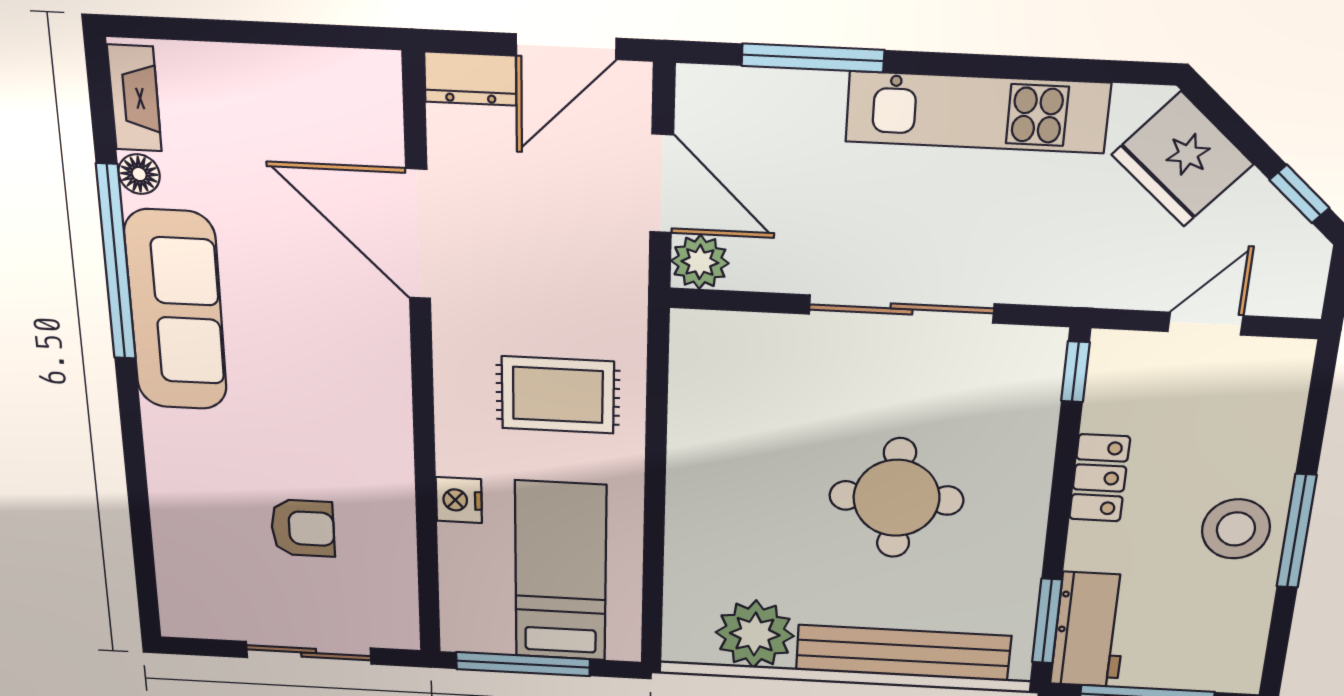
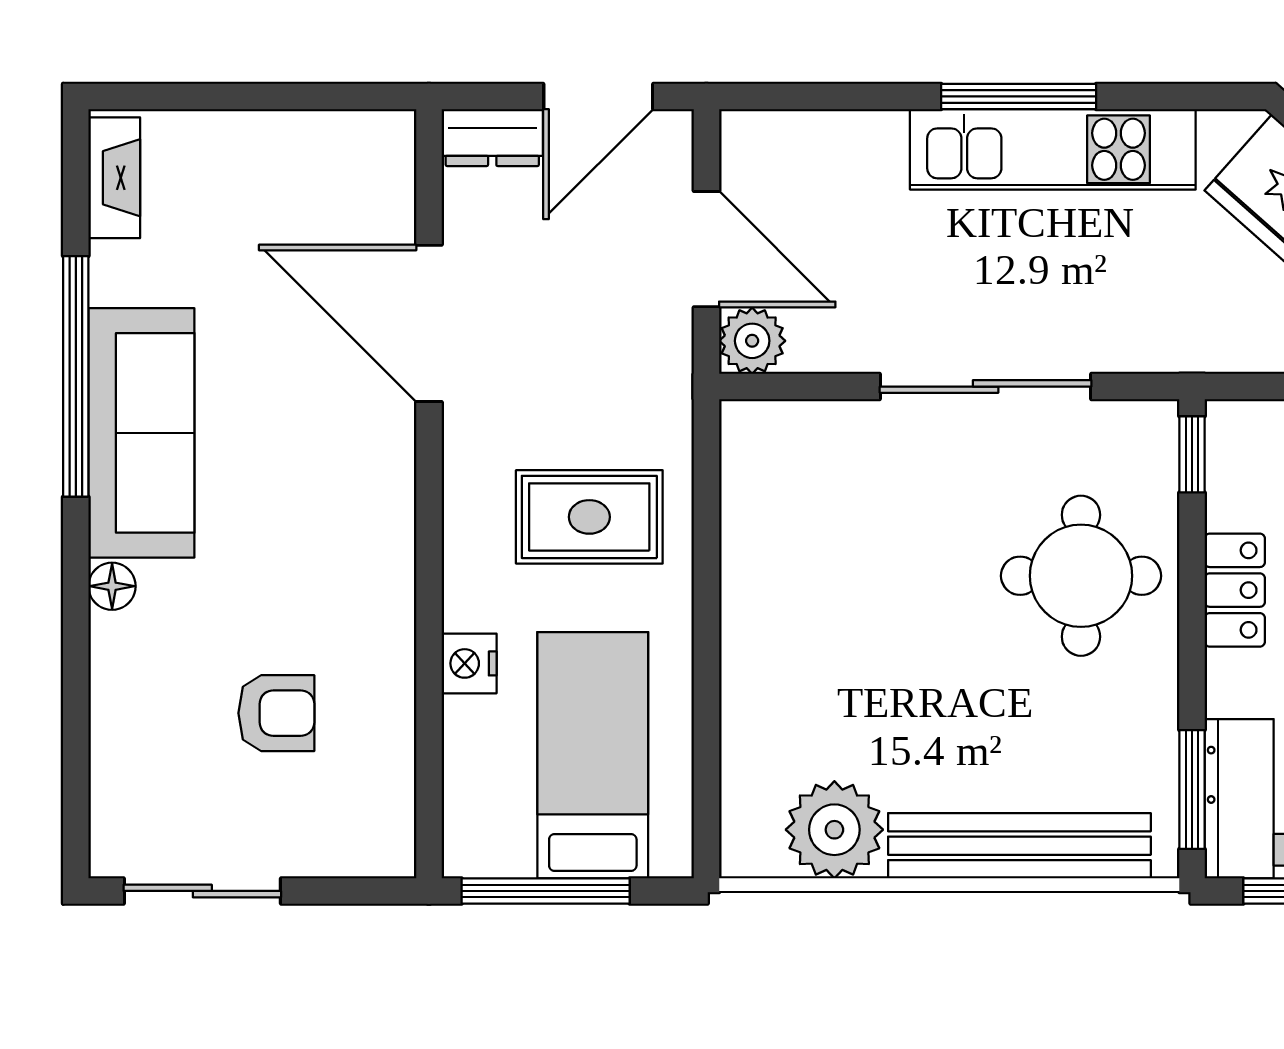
window: (813, 58) -> (1019, 96), moved
floor lamp: (139, 174) -> (112, 586), moved
round table: (896, 498) -> (1081, 576), moved
sliding door: (309, 653) -> (202, 891), moved

